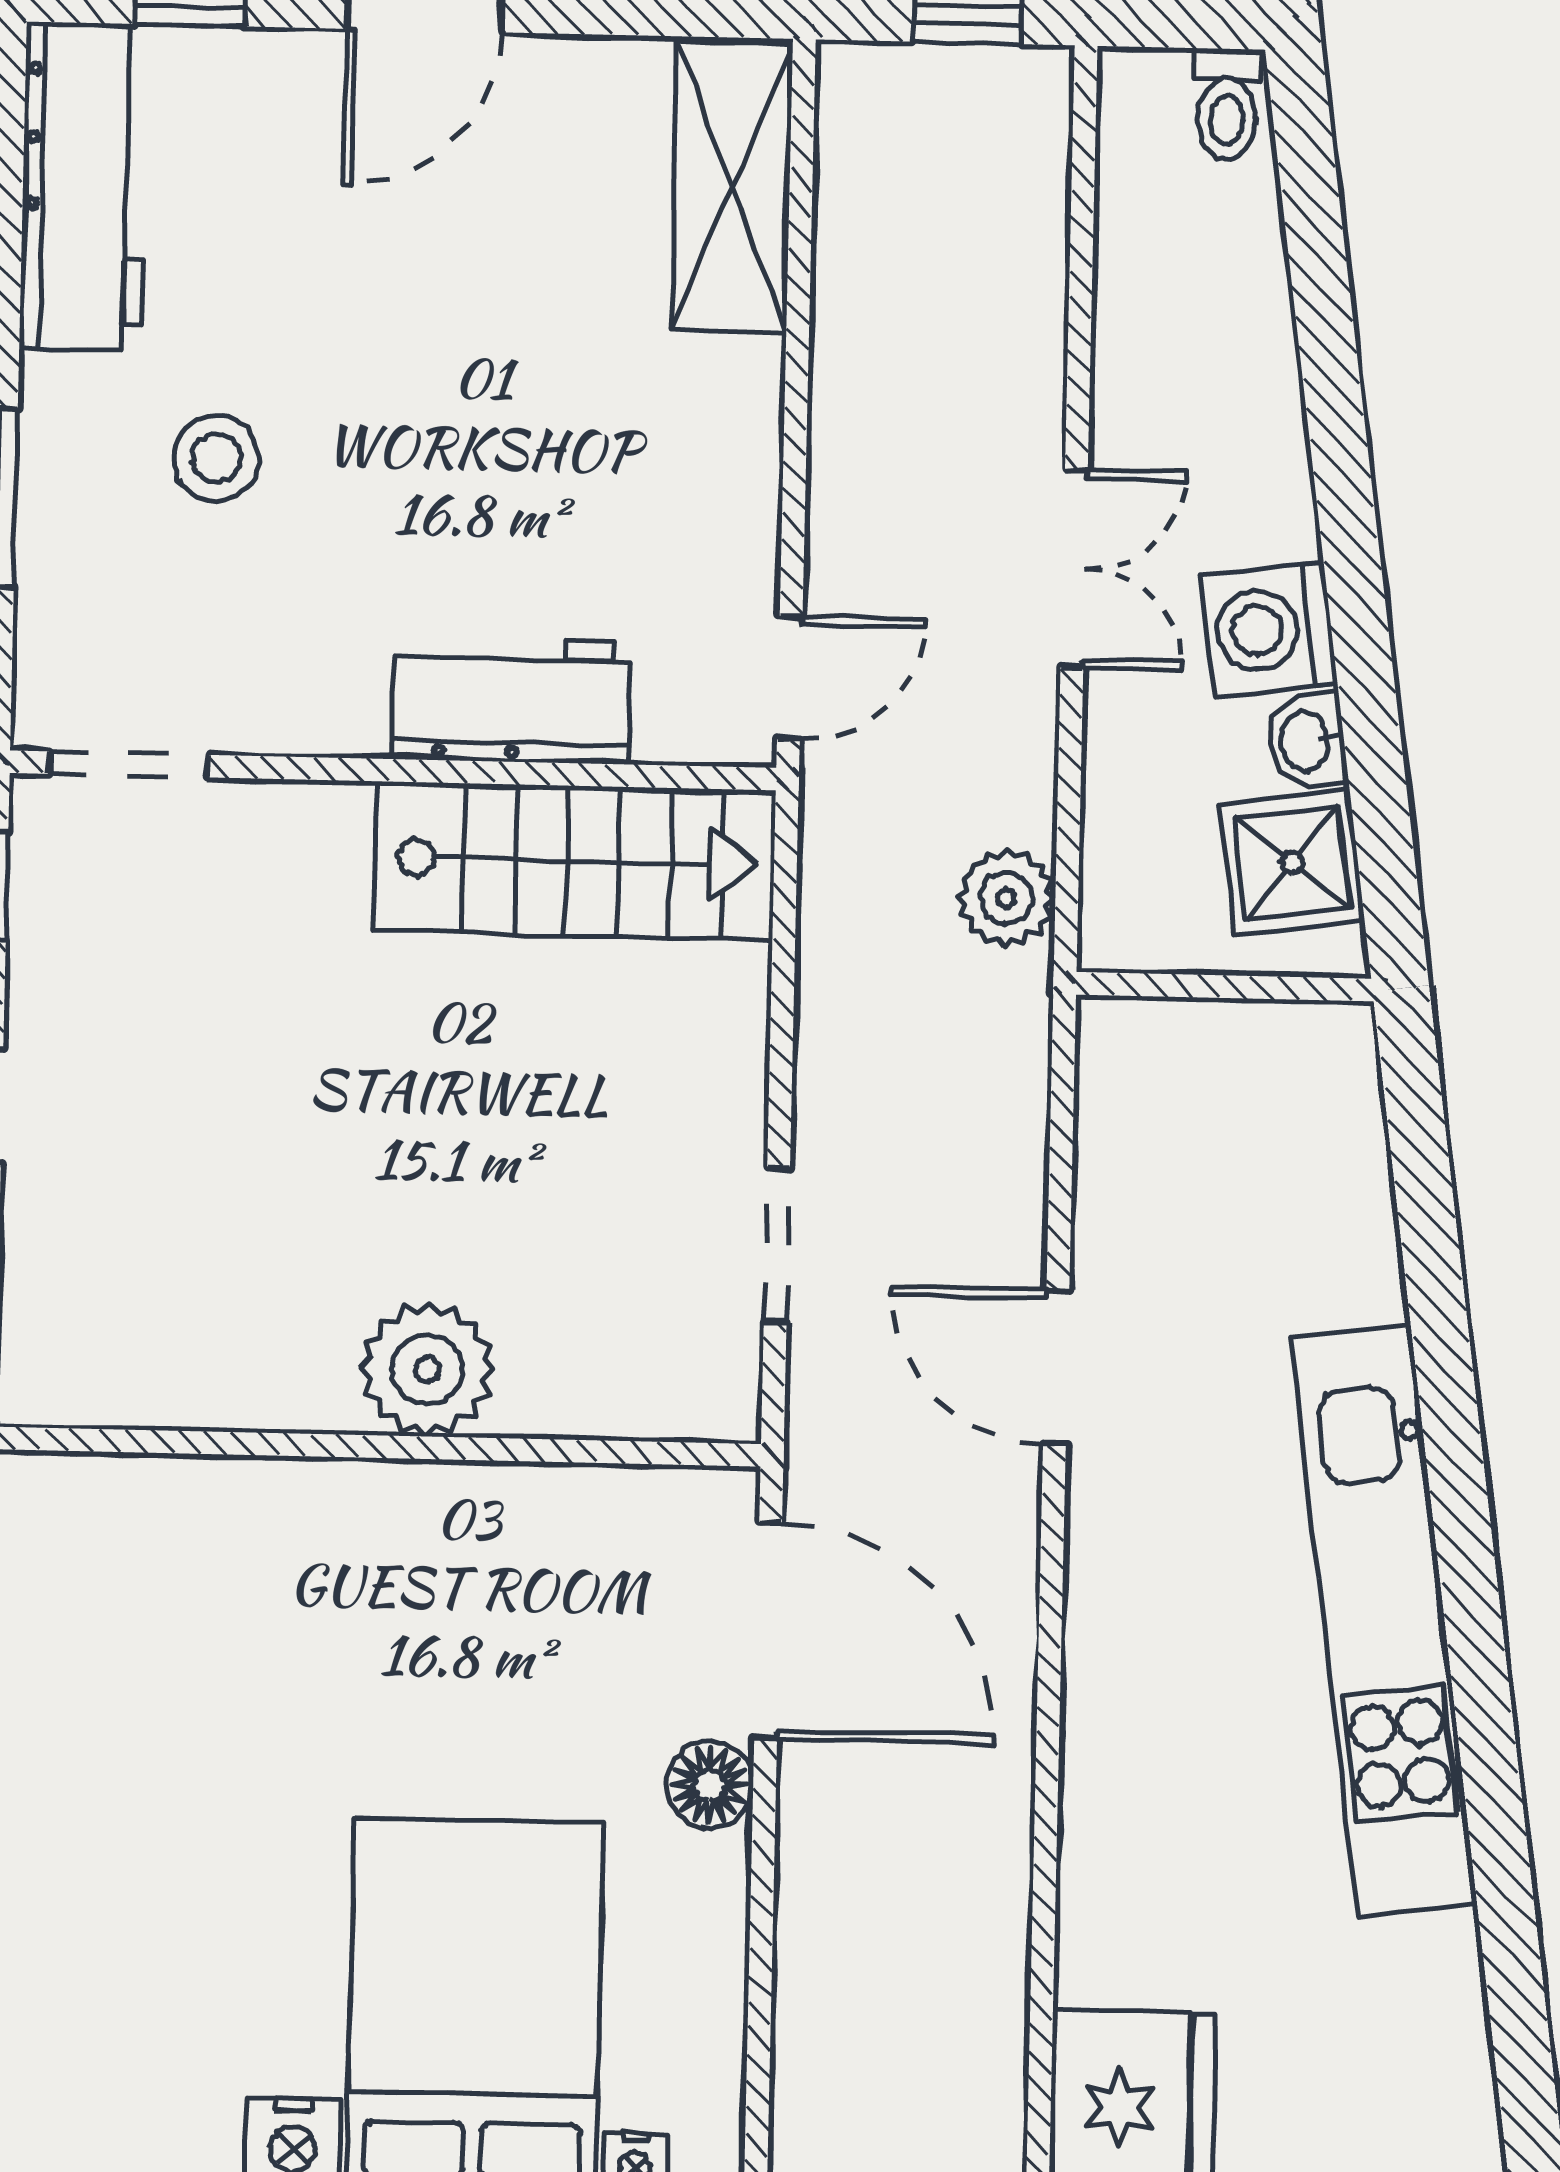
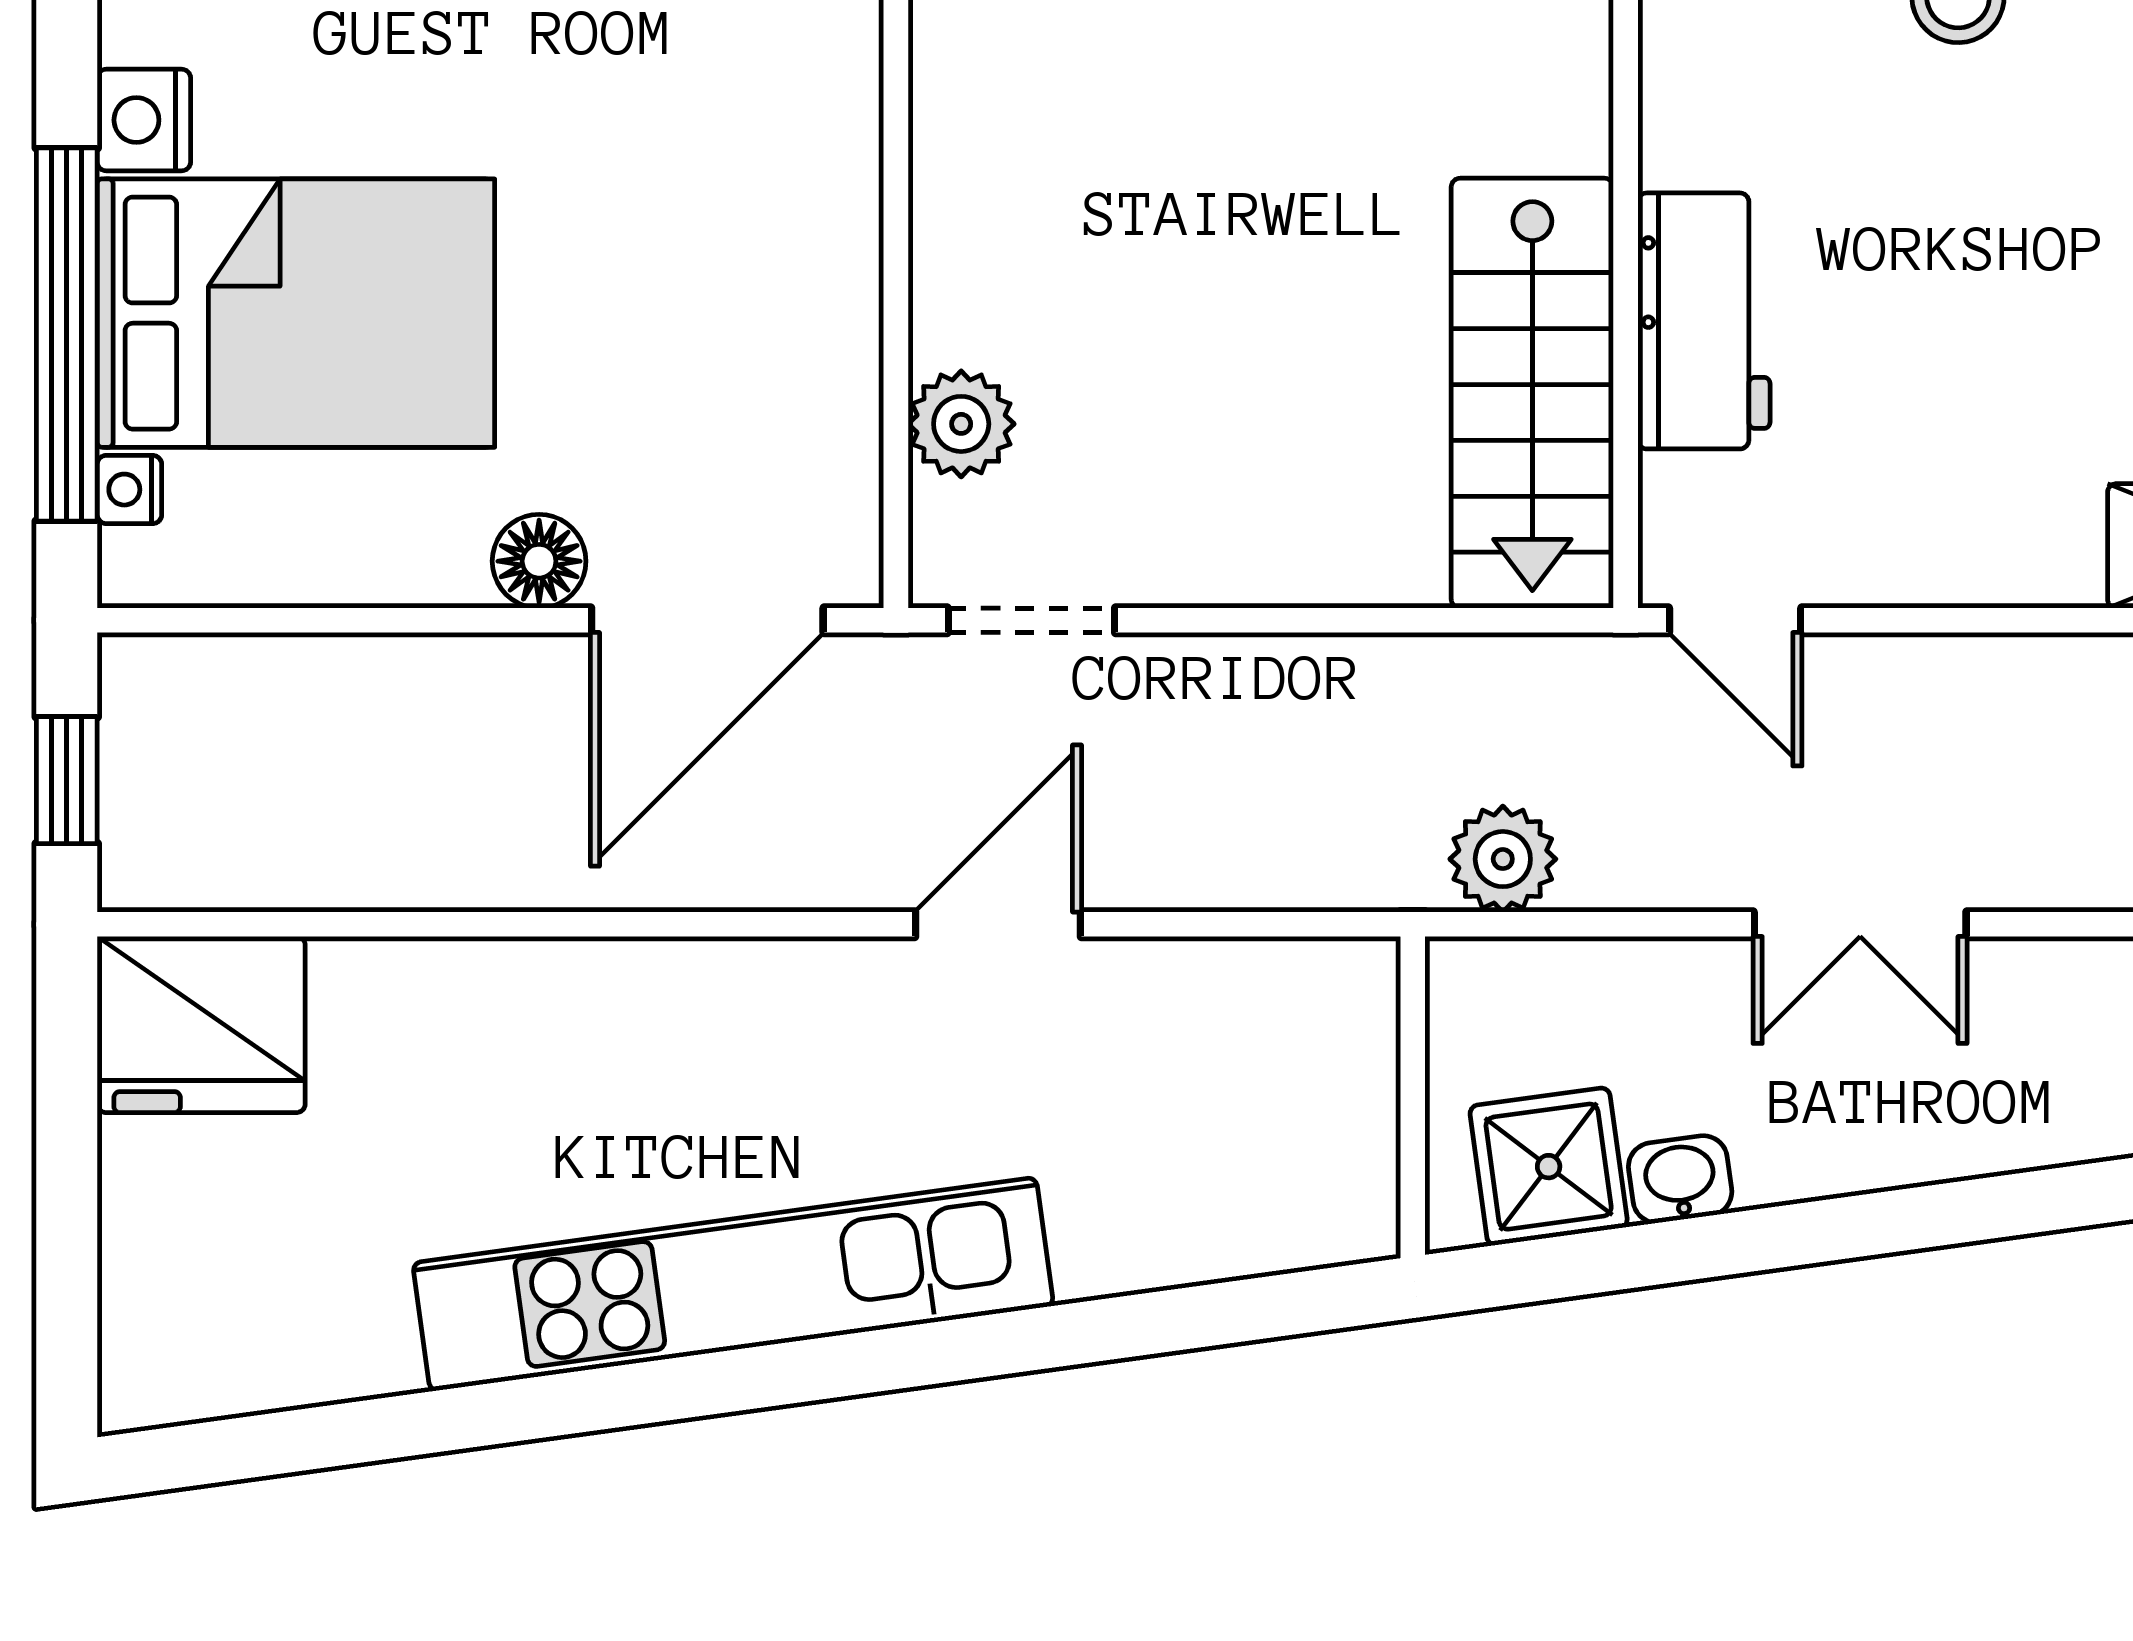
washing machine: (1269, 629) -> (1800, 1136), removed
doorway: (777, 1244) -> (1031, 620), moved
plant: (427, 1369) -> (961, 424), moved, width x0.73, depth x0.73

